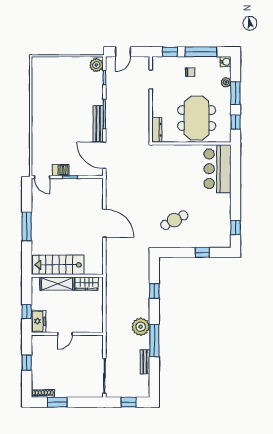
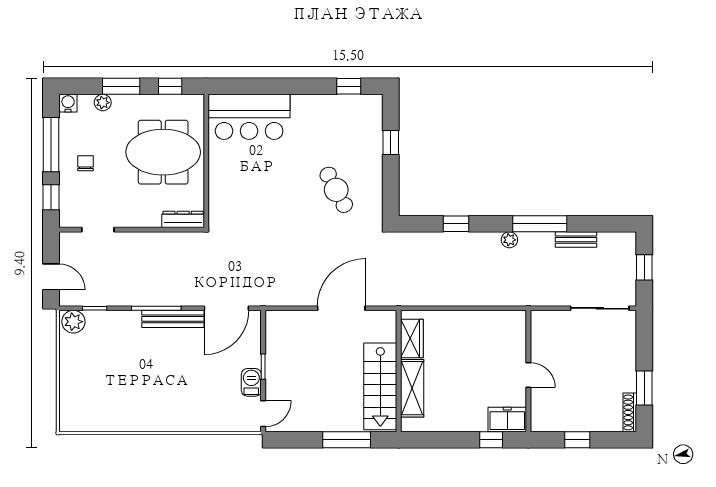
stairs: (58, 265) -> (380, 386), moved
wall: (67, 276) -> (399, 371), moved
wardrobe: (87, 283) -> (412, 338), moved
shelving: (57, 284) -> (412, 388), moved
plant: (141, 327) -> (509, 240), width x0.53, depth x0.53

